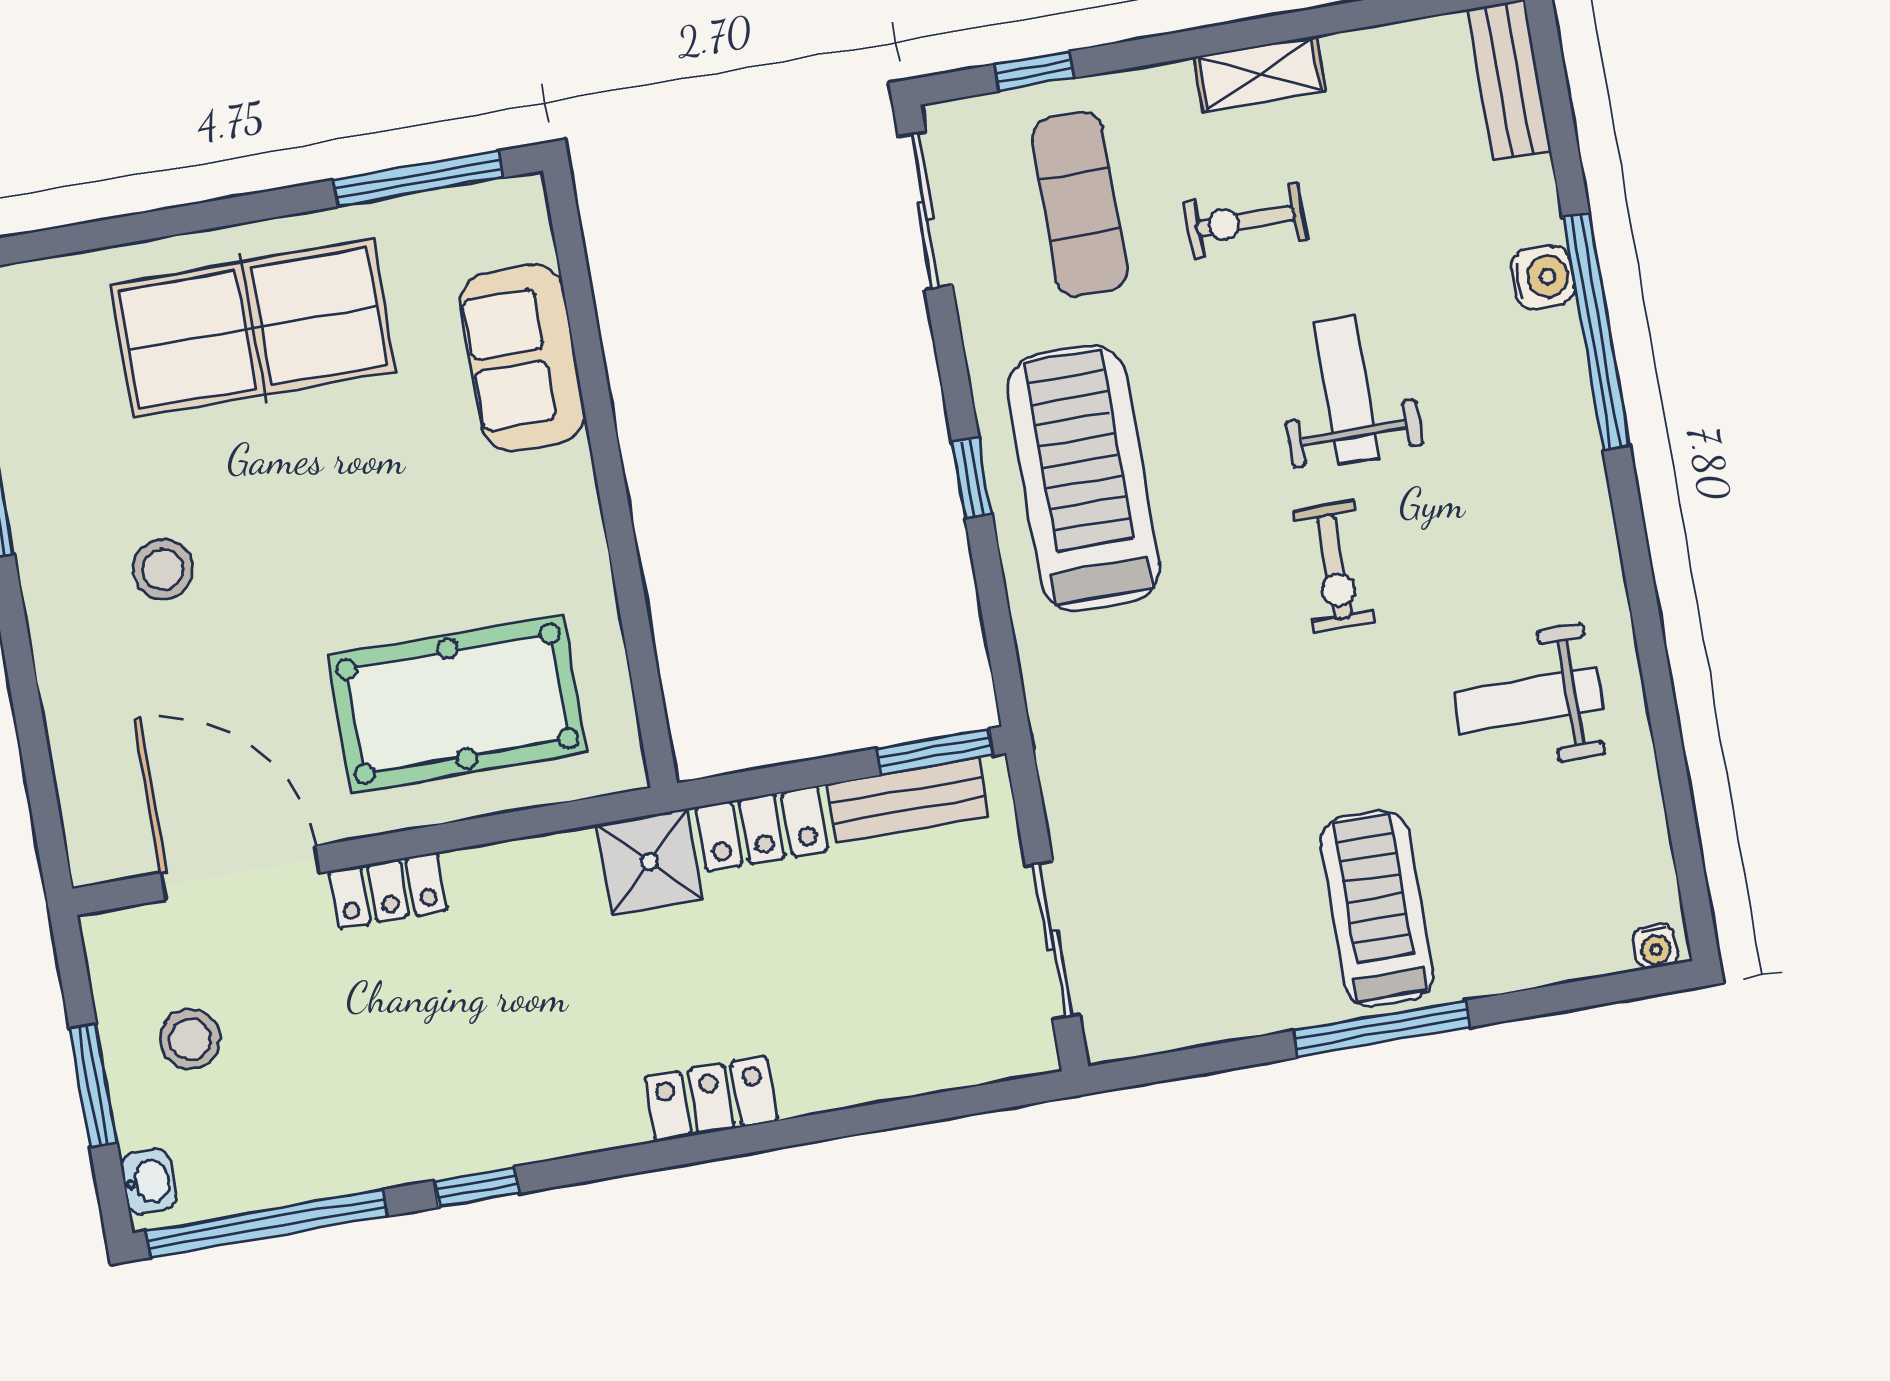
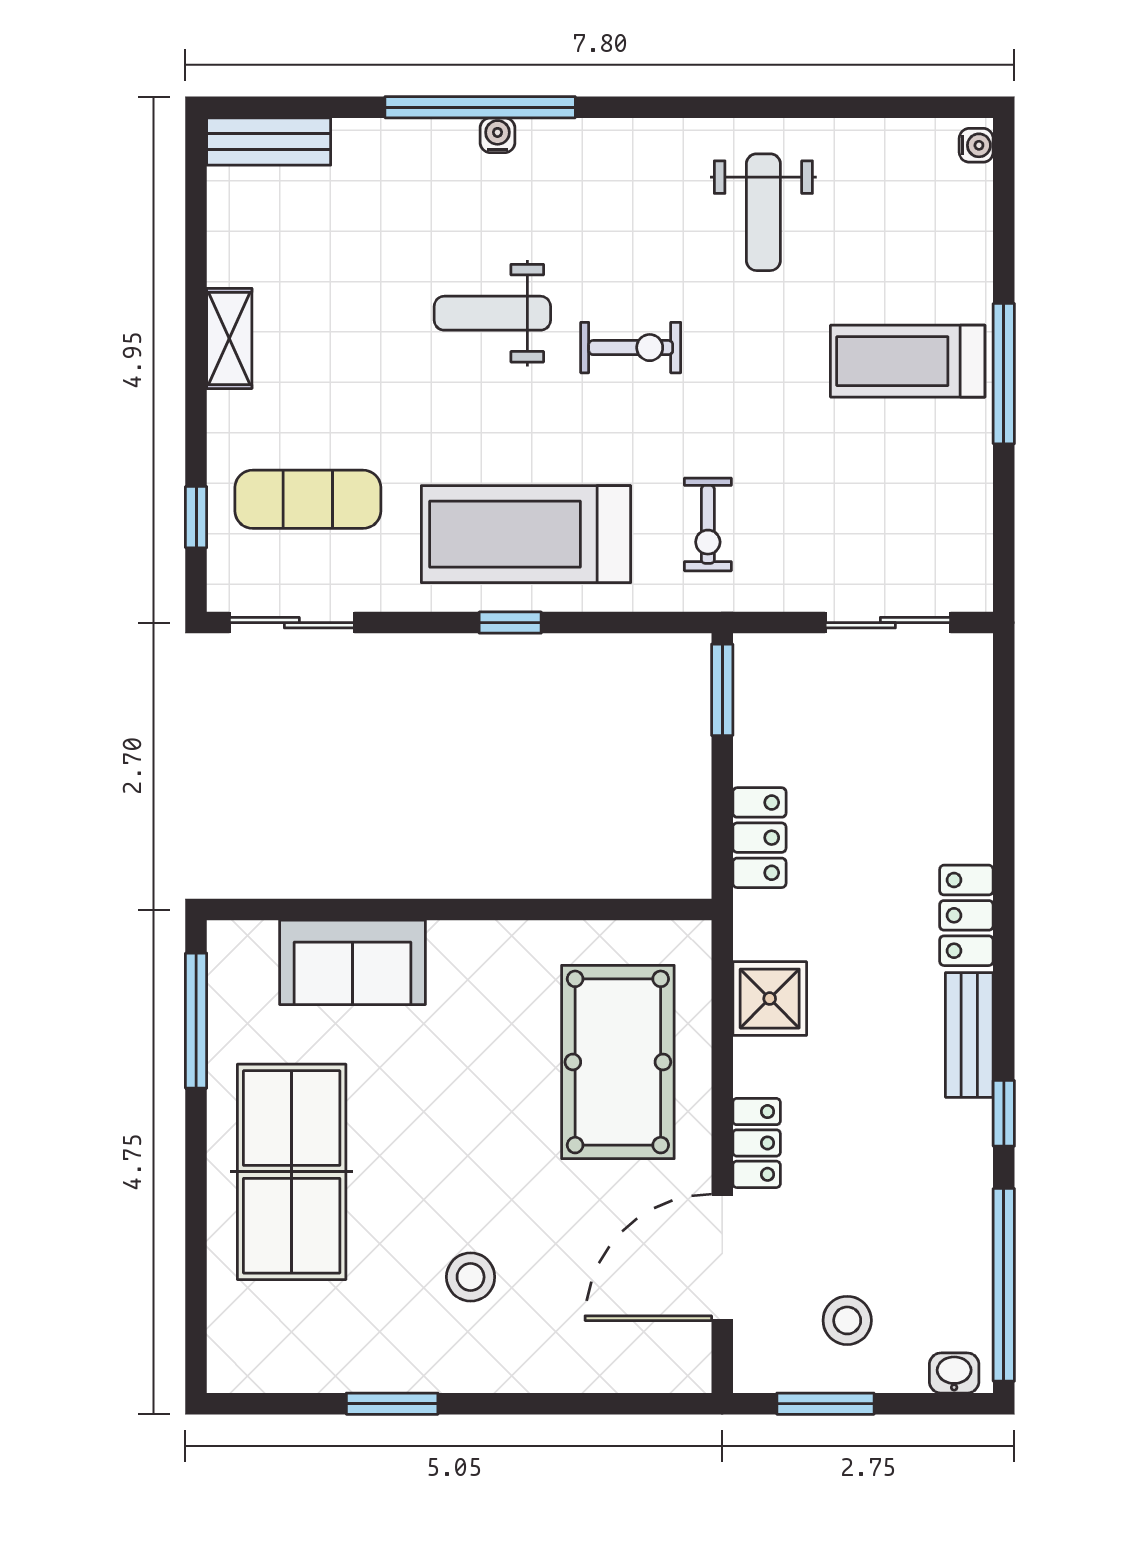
exercise bike: (1246, 221) -> (708, 524), moved
water cooler: (1543, 277) -> (498, 135), moved, width x0.72, depth x0.72
bench: (908, 800) -> (969, 1035), moved
shower: (649, 862) -> (770, 999), moved
window: (93, 1086) -> (825, 1404), moved

